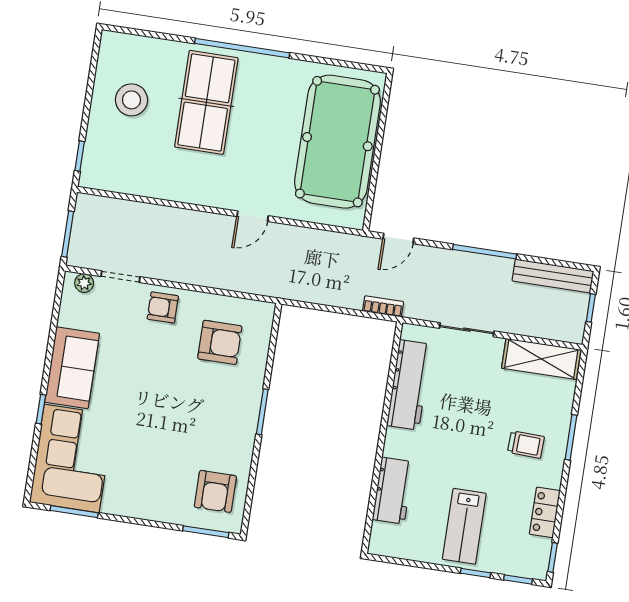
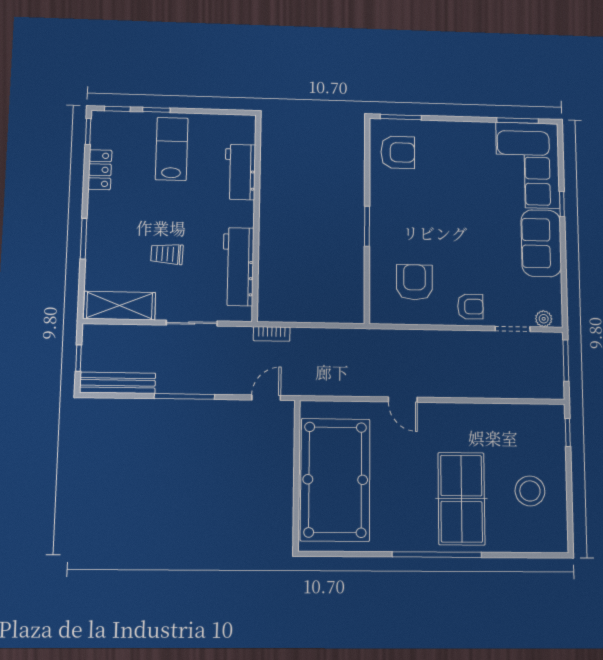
door: (253, 216) -> (403, 400), swing flipped
armchair: (220, 342) -> (414, 282), turned 90
trolley: (526, 445) -> (167, 254), moved
armchair: (215, 491) -> (398, 152), turned 90

